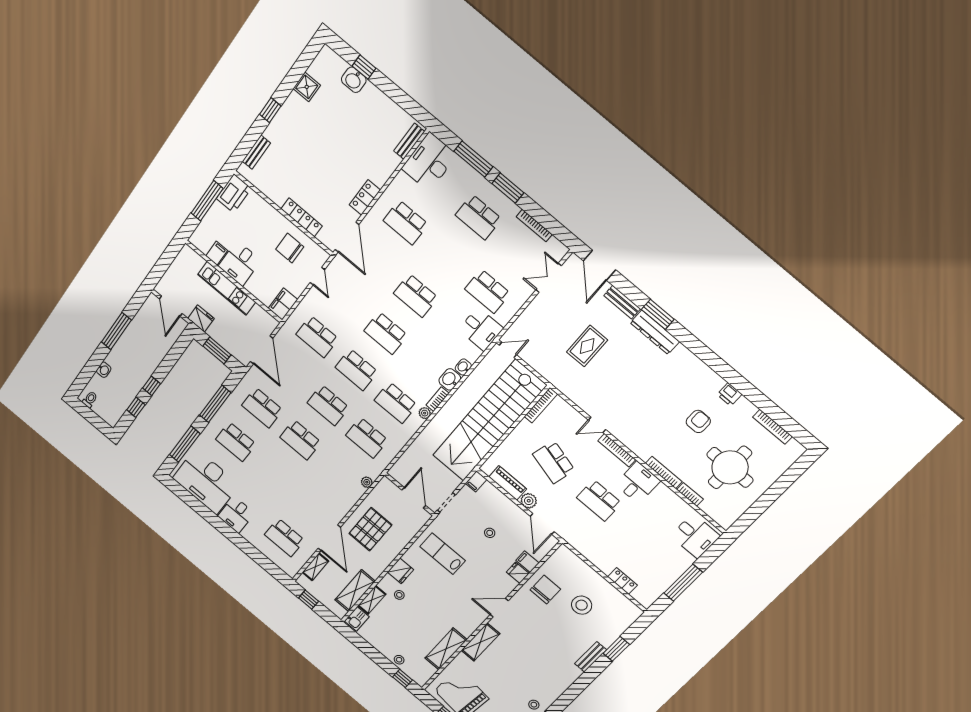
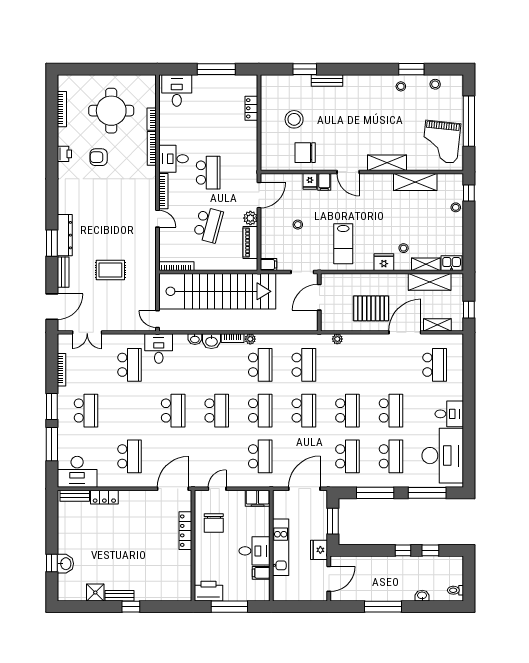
bench: (256, 152) -> (119, 596), moved
locker: (365, 197) -> (104, 497), moved
school desk: (274, 473) -> (391, 411), added
filing cabinet: (527, 562) -> (324, 182), moved

